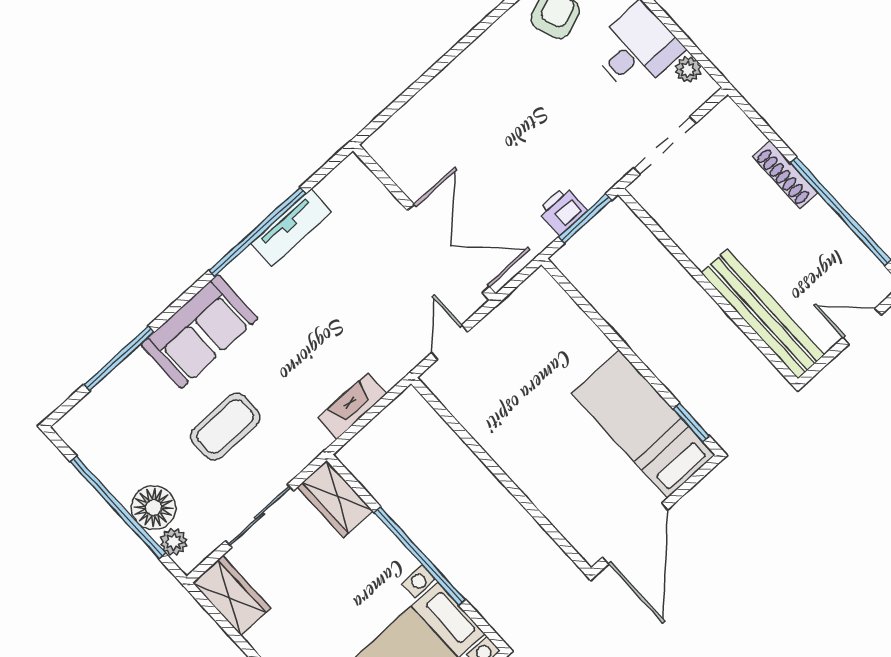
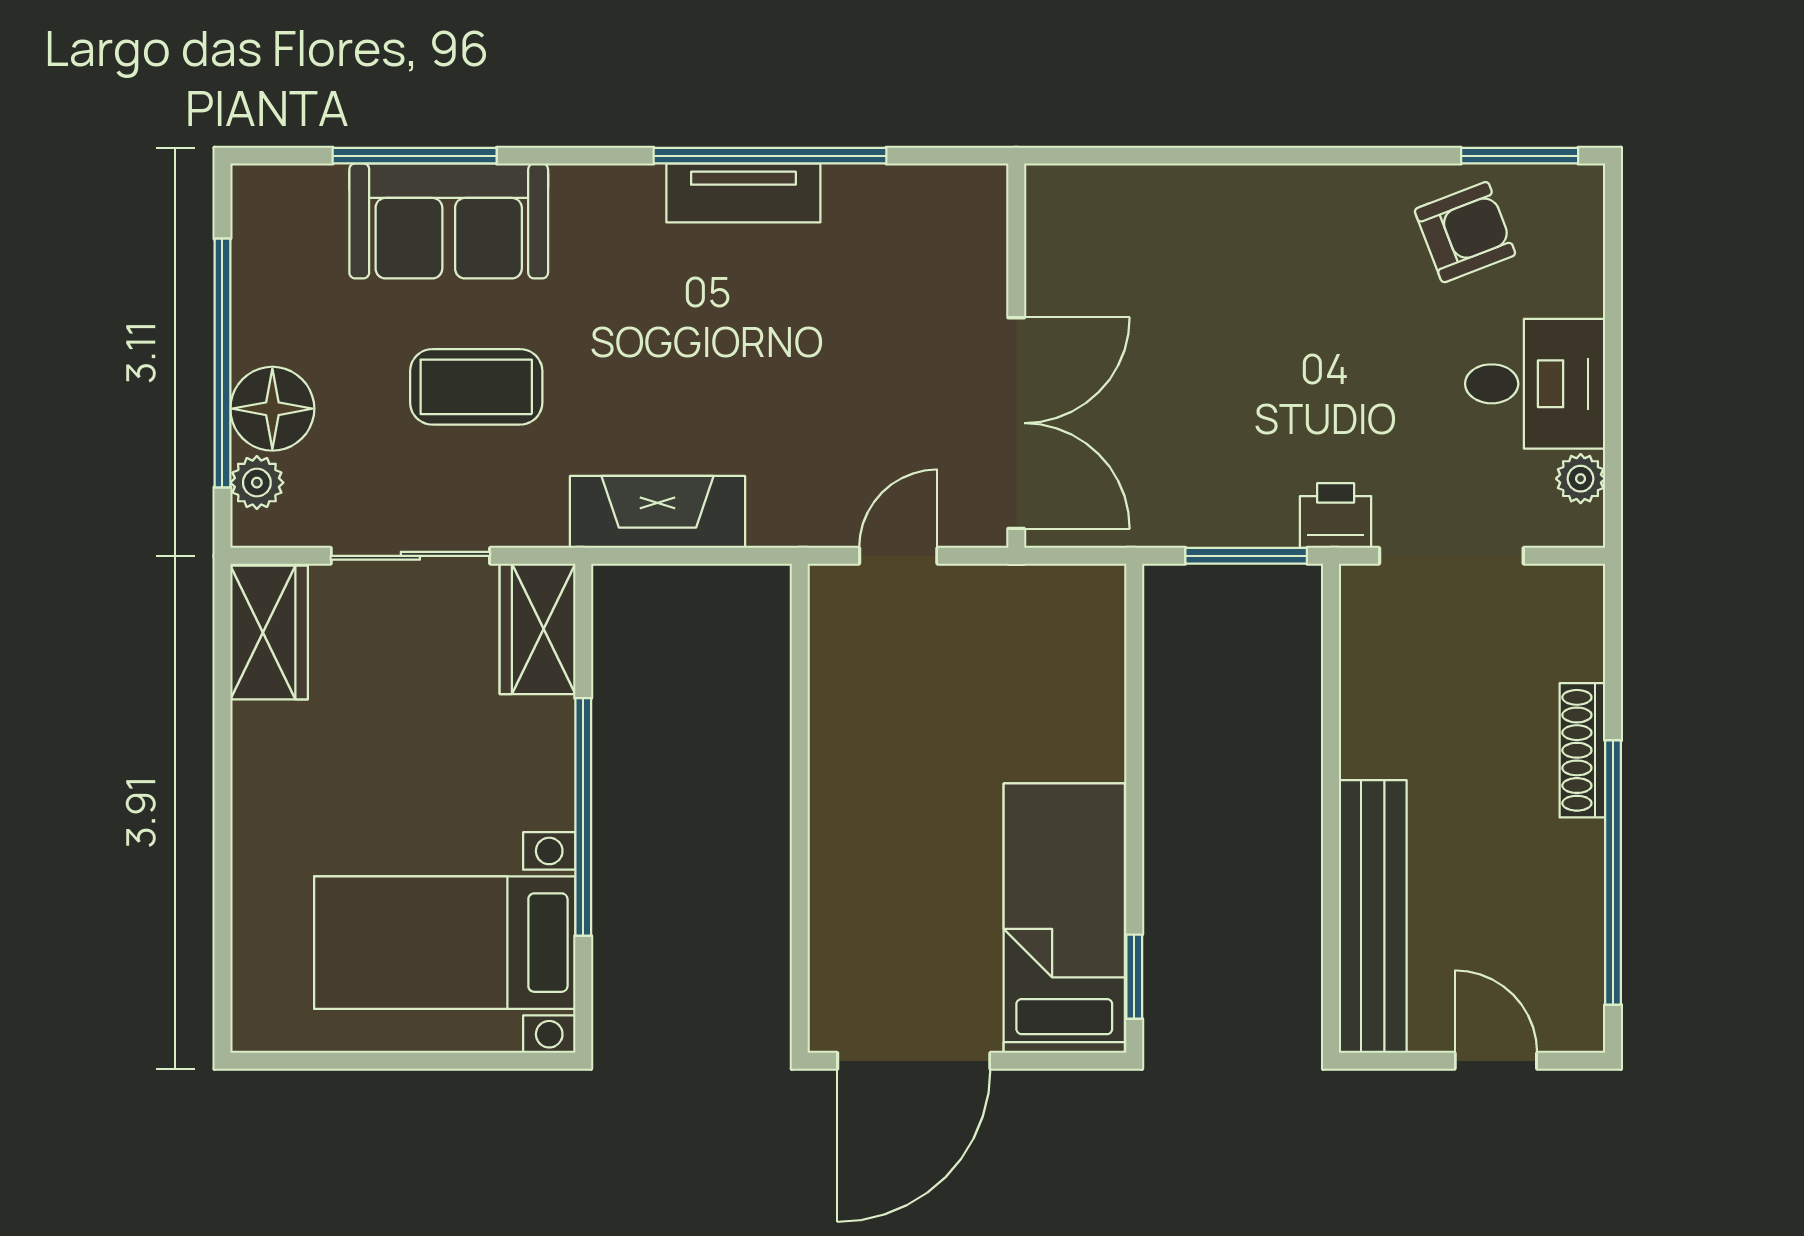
printer: (562, 211) -> (1336, 516), moved
tv unit: (291, 228) -> (743, 193), moved
sofa: (199, 331) -> (449, 221), moved
fireplace: (353, 406) -> (658, 512), width x1.37, depth x1.32

